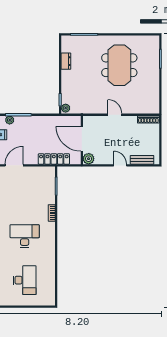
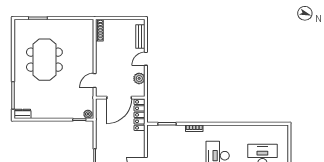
dresser: (66, 61) -> (23, 114), moved
meeting table: (119, 65) -> (44, 60), turned 90
door: (115, 115) -> (95, 80), moved
locker: (54, 159) -> (140, 115), moved
plant: (89, 159) -> (139, 78), moved

